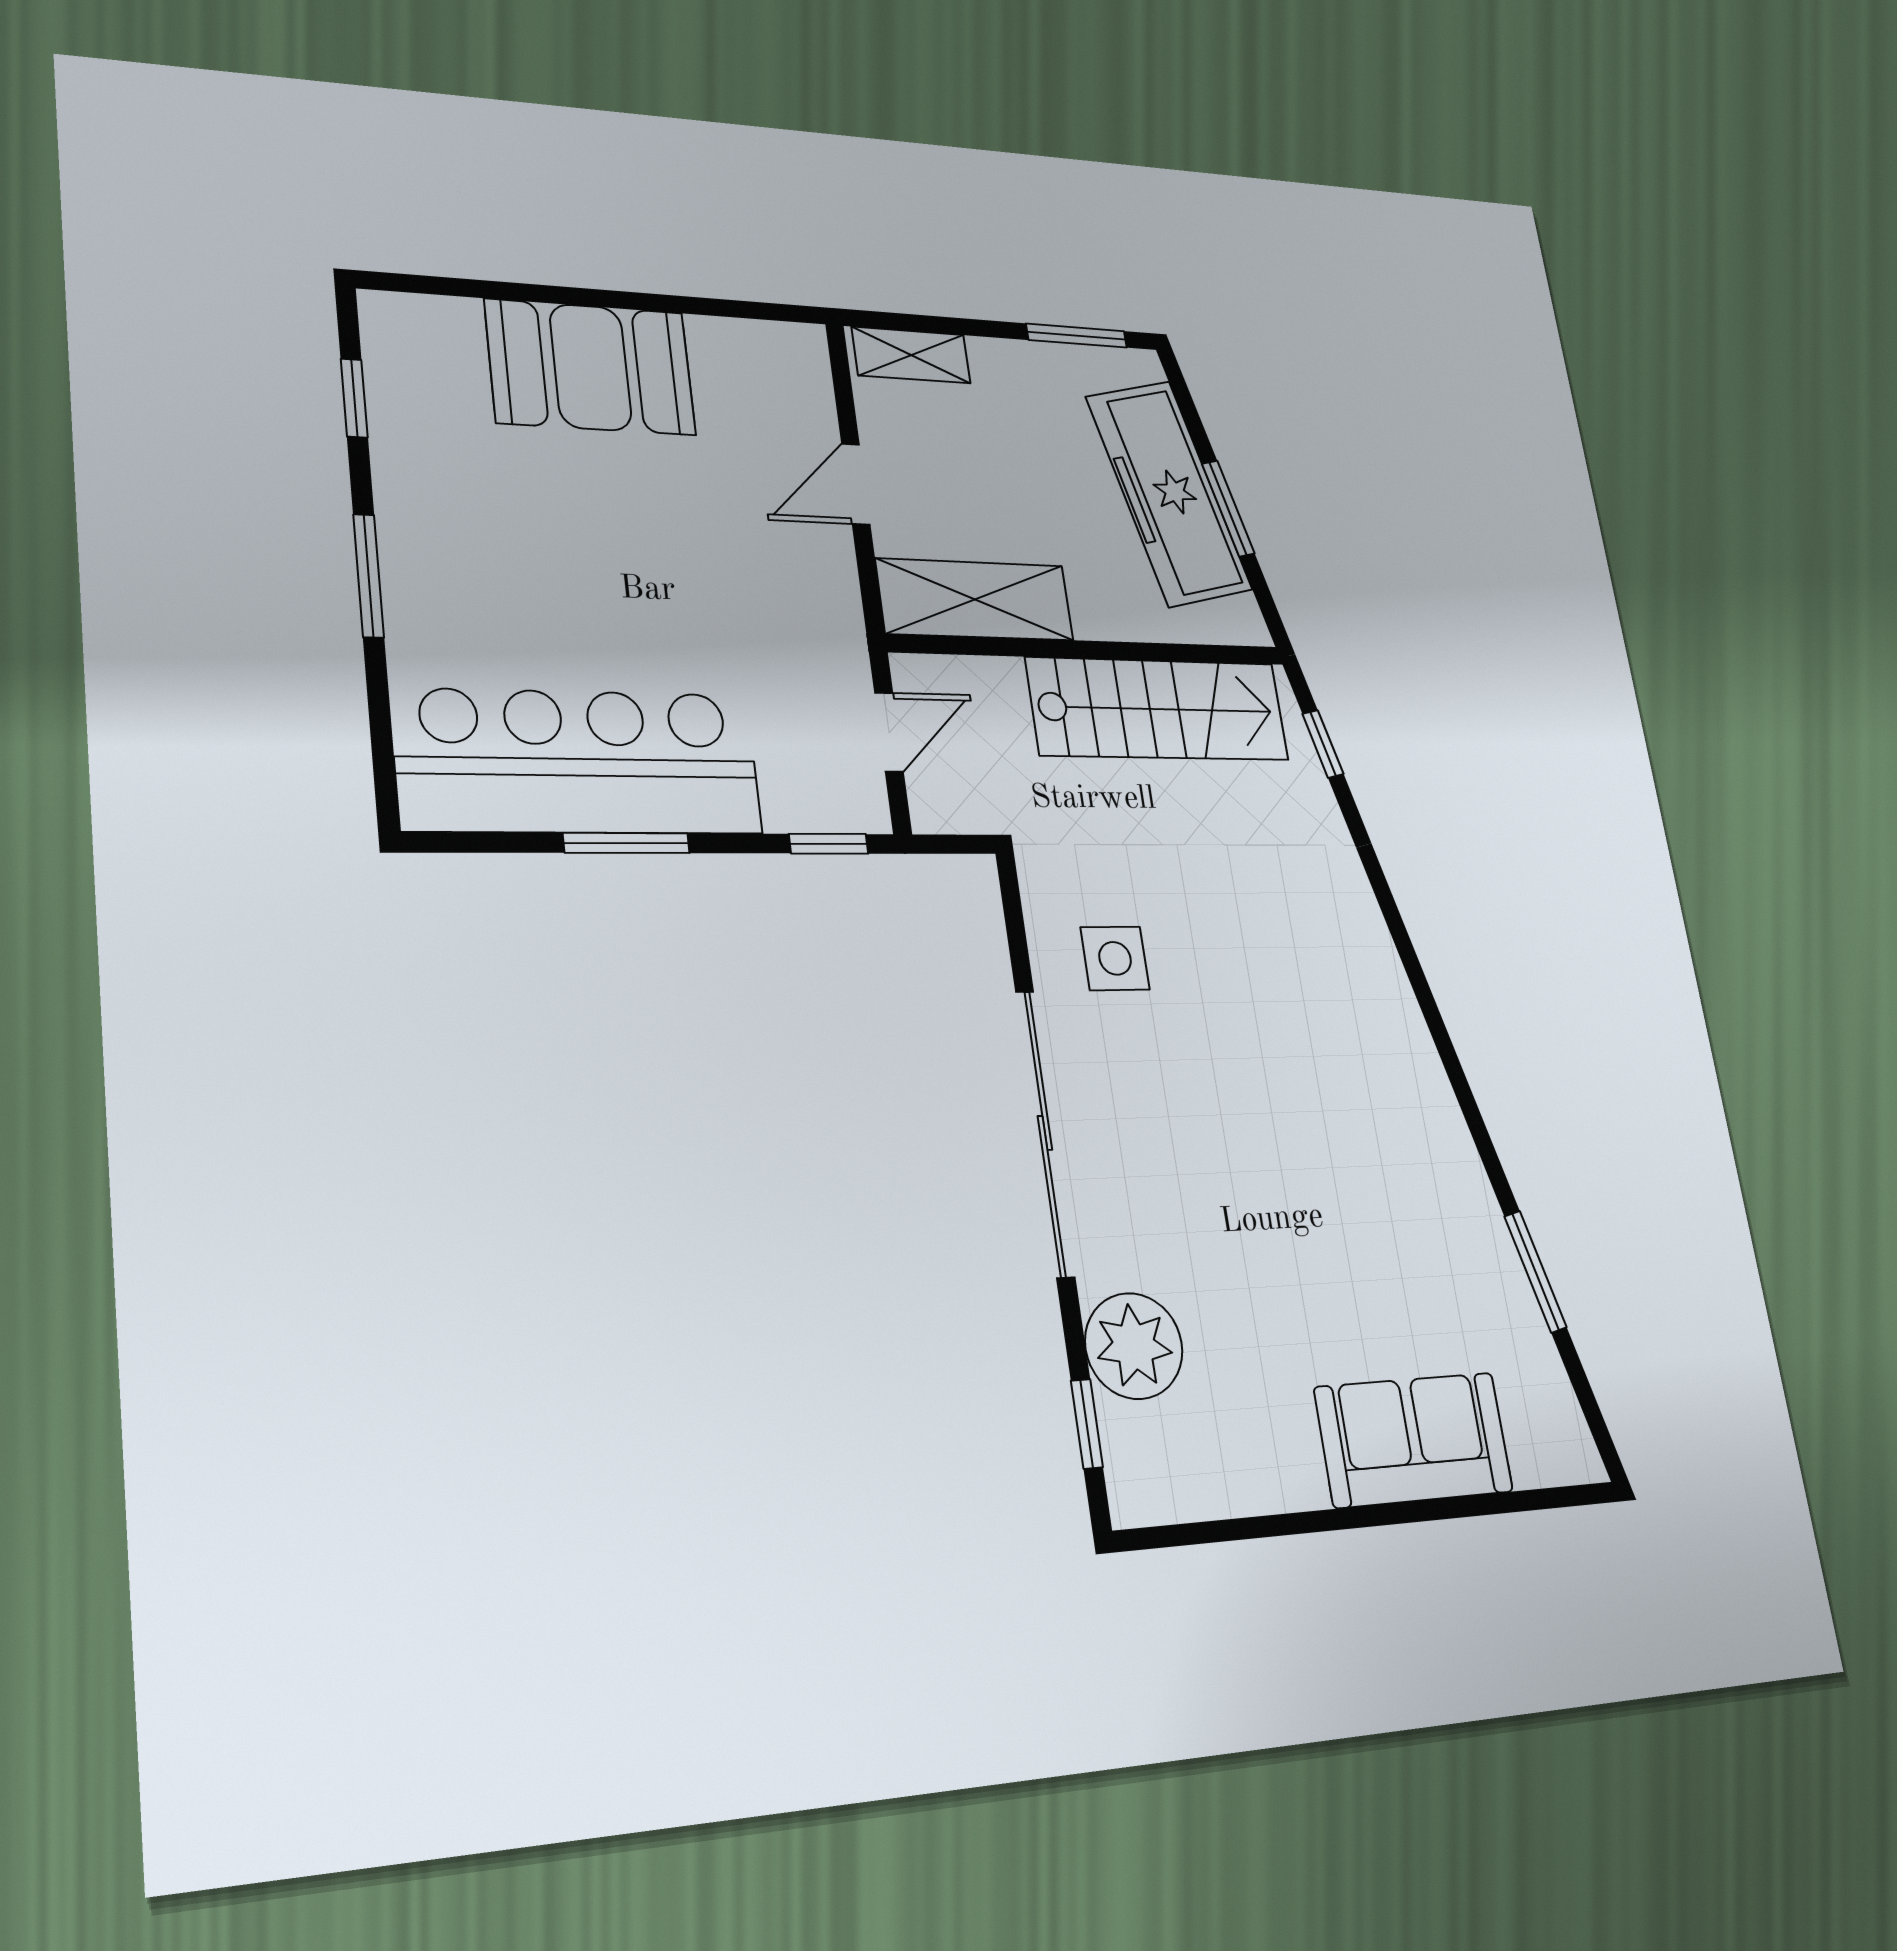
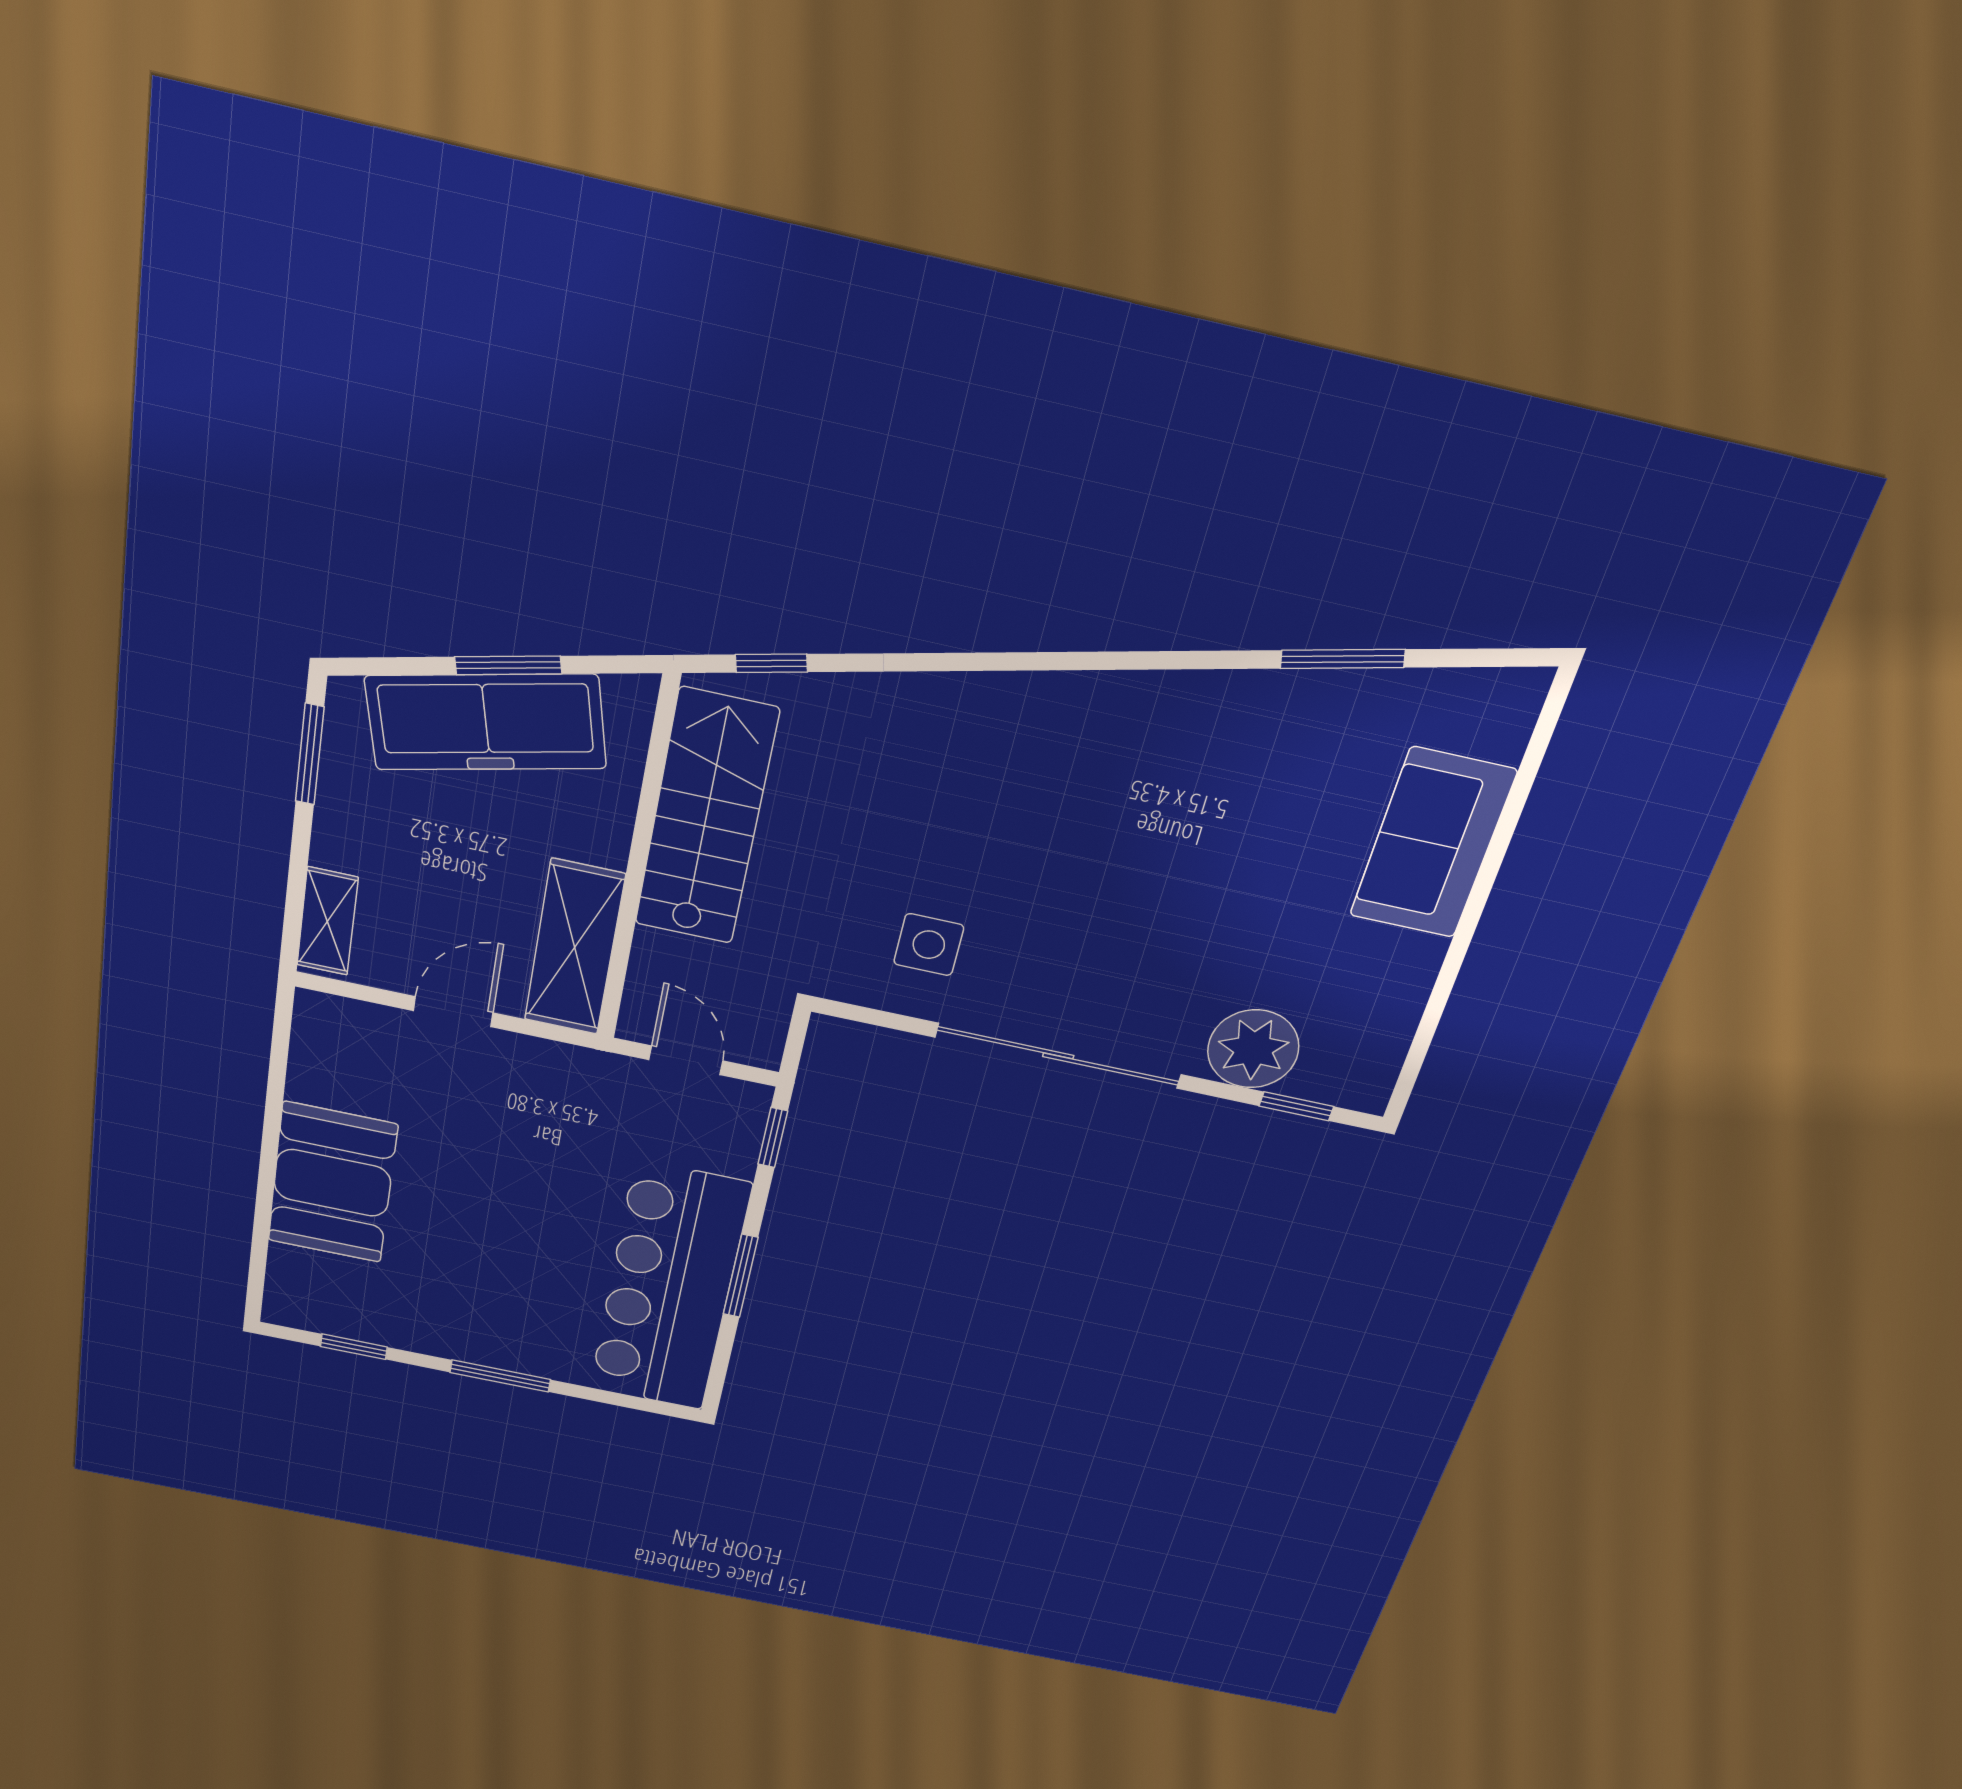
door: (856, 484) -> (453, 1012), swing flipped

